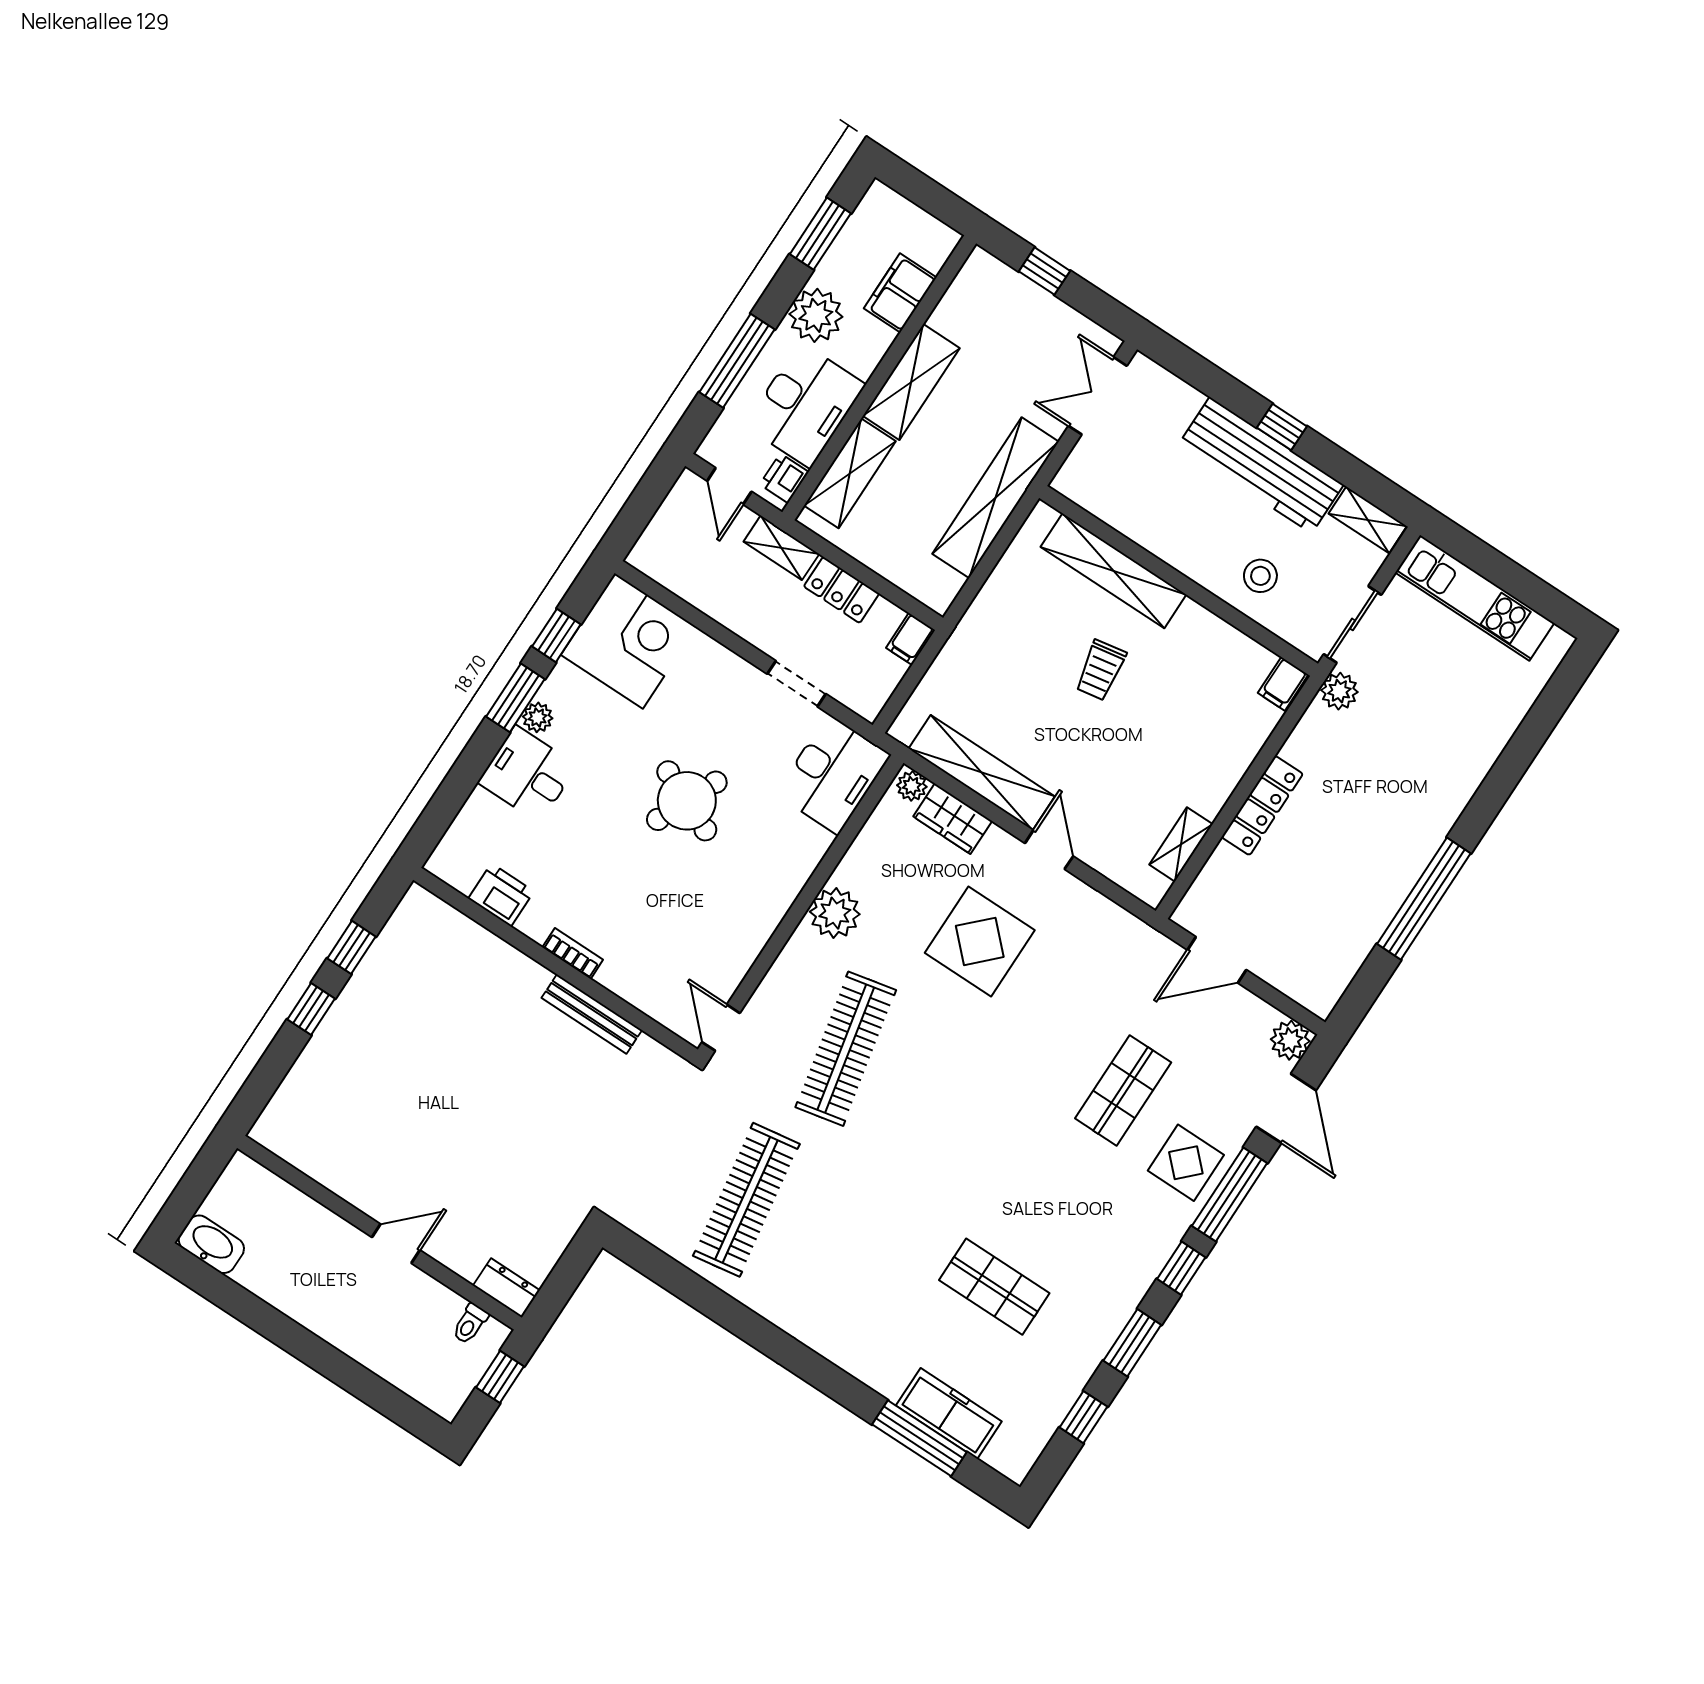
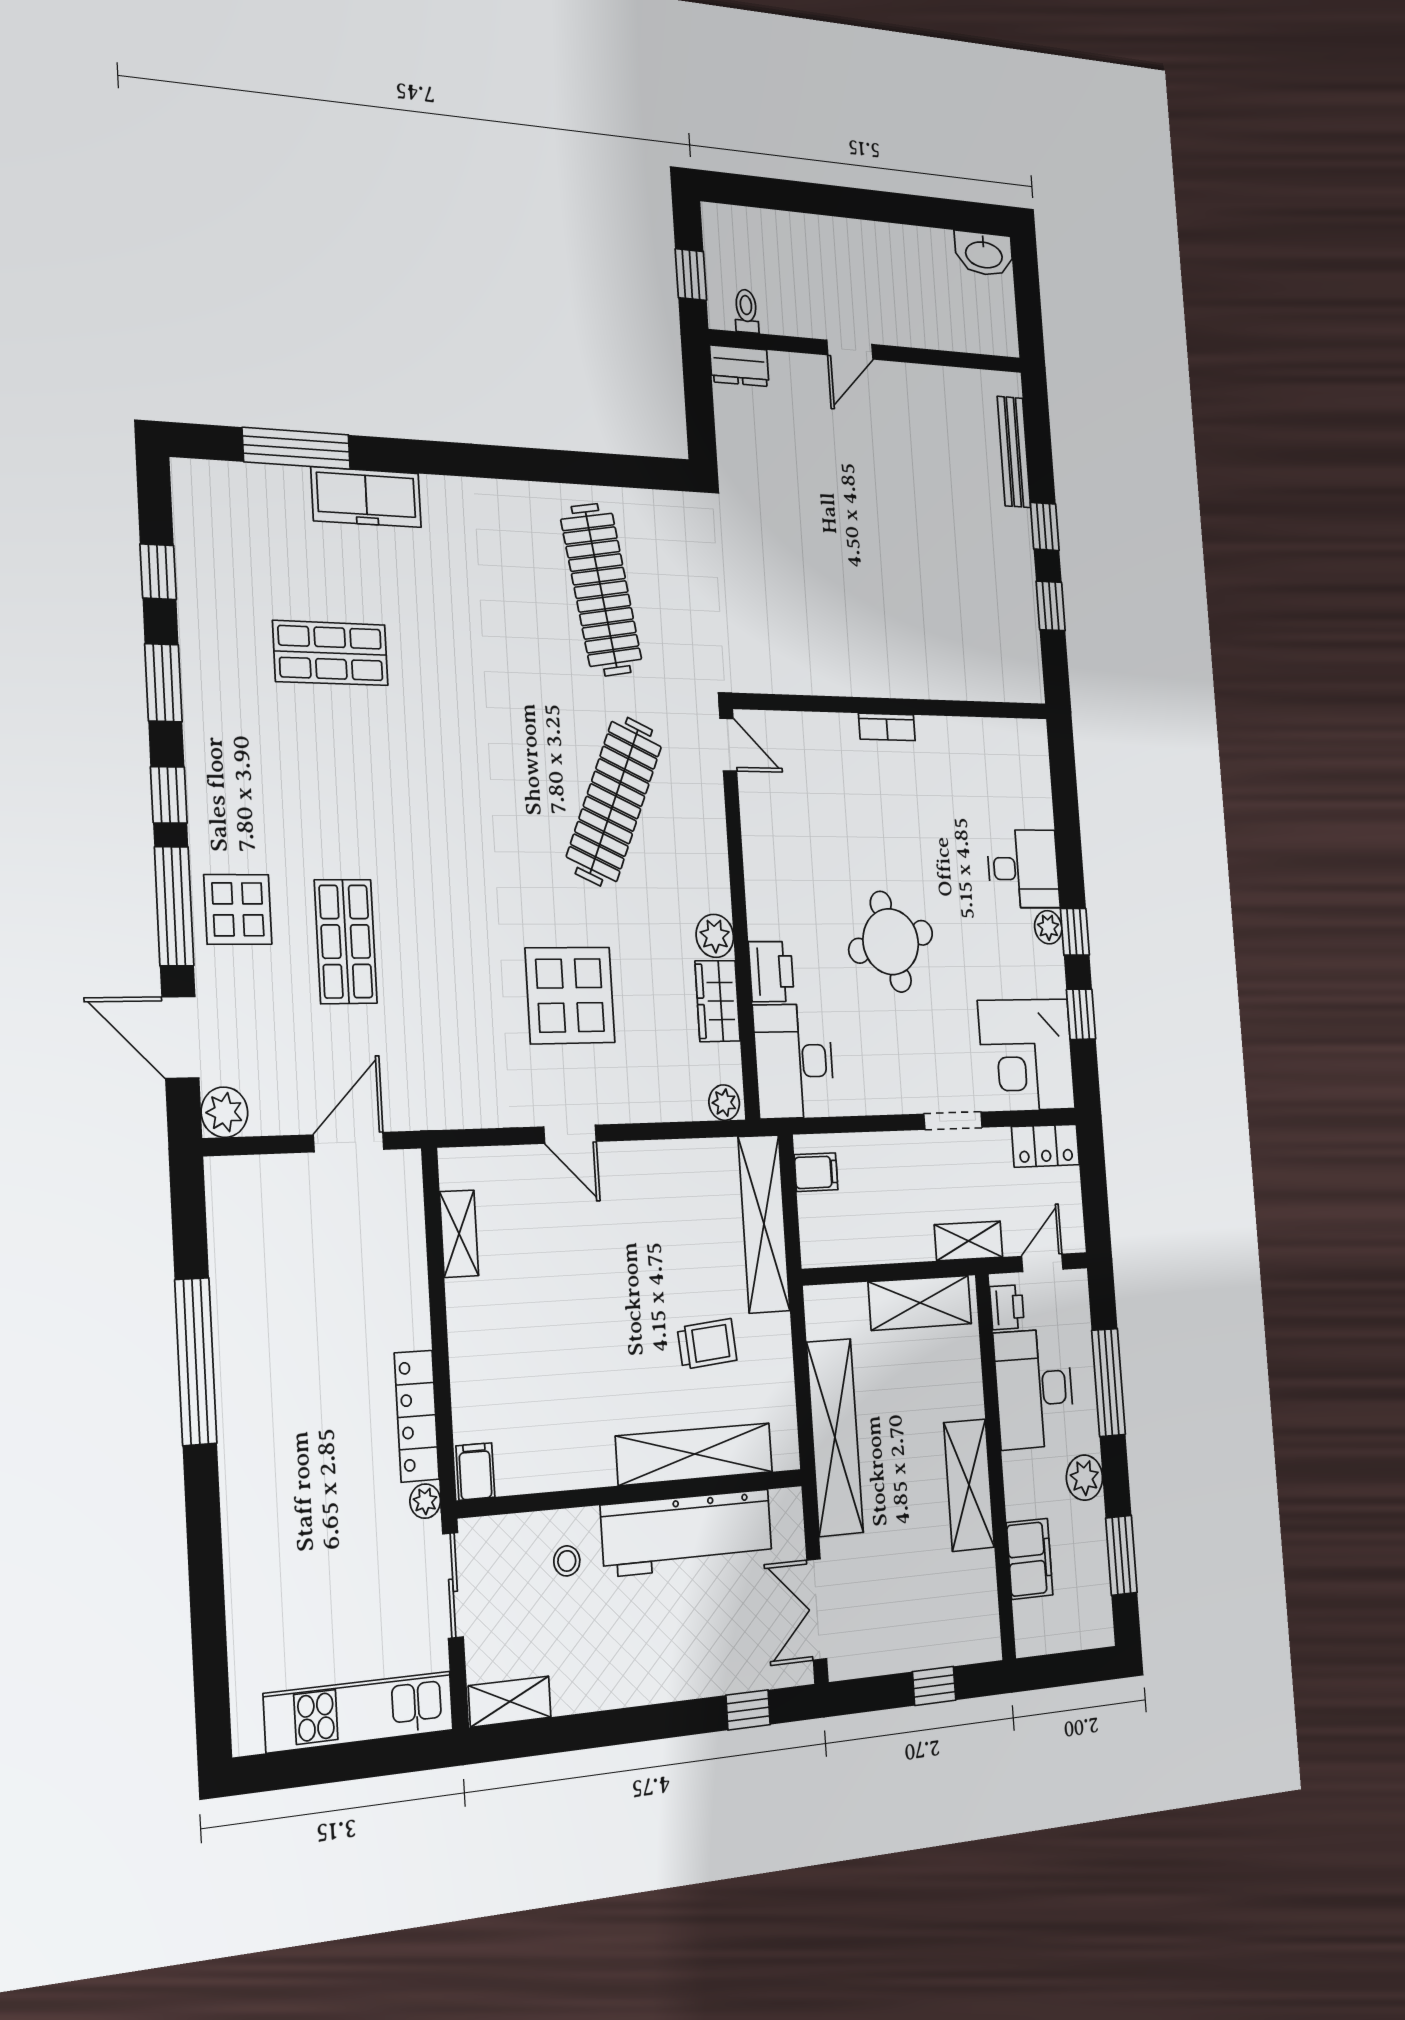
plant: (816, 315) -> (1084, 1478), width x0.73, depth x0.73
double door: (1098, 396) -> (817, 1609), swing flipped
window: (1282, 427) -> (748, 1710), moved
workbench: (1261, 465) -> (687, 1533), moved, turned 180
shelving: (850, 473) -> (920, 1303), moved, turned 90
door: (729, 486) -> (1042, 1263), hinge flipped
stool: (1260, 576) -> (567, 1561), width x0.73, depth x0.73
locker: (842, 590) -> (1045, 1146), moved, turned 180
filing cabinet: (911, 639) -> (816, 1172), moved, turned 90
trolley: (1101, 670) -> (707, 1344), moved, turned 95
doorway: (797, 684) -> (953, 1121), moved
plant: (1339, 691) -> (425, 1501), width x0.73, depth x0.73
window: (515, 698) -> (1075, 932), width x0.67
shelving: (982, 773) -> (764, 1224), moved, turned 90
round table: (687, 801) -> (891, 942), turned -37
locker: (1262, 806) -> (417, 1416), moved
wardrobe: (953, 819) -> (718, 1001), moved, turned -90
printer: (501, 895) -> (771, 972), moved, turned -90
plant: (835, 913) -> (715, 936), width x0.73, depth x0.73
bench: (592, 1014) -> (1014, 452), moved, turned 90
clothes rail: (846, 1049) -> (614, 801), turned 36
freezer: (949, 1413) -> (366, 497), moved

